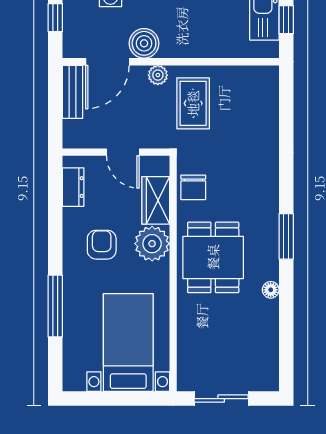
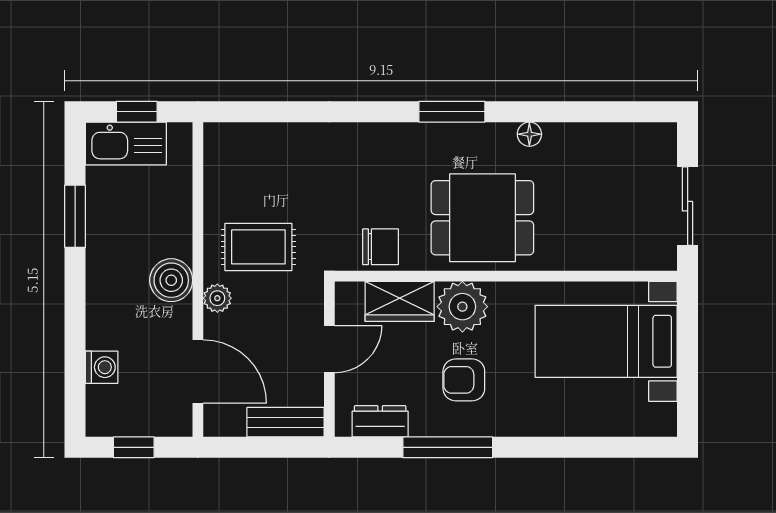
boiler: (144, 43) -> (171, 280), moved
bench: (73, 92) -> (286, 422), moved
window: (55, 306) -> (448, 447), moved

